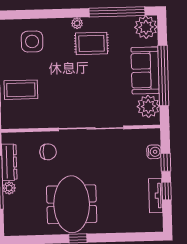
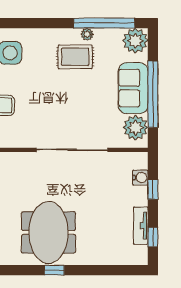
plant: (77, 23) -> (87, 34), moved
chair: (48, 152) -> (24, 174), removed
window: (167, 191) -> (153, 237), moved

